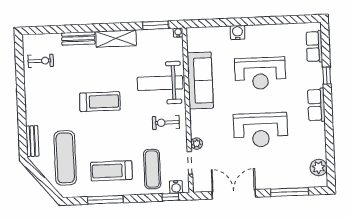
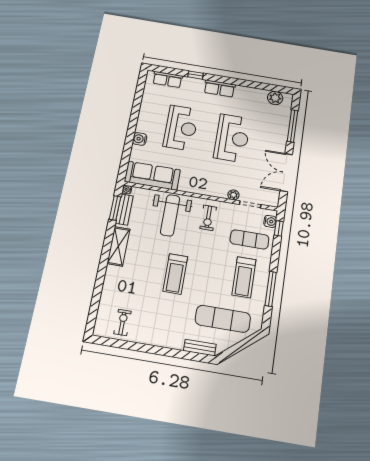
bench: (78, 38) -> (124, 210), moved
sofa: (200, 80) -> (152, 176), moved
treadmill: (100, 102) -> (175, 274), turned 180

